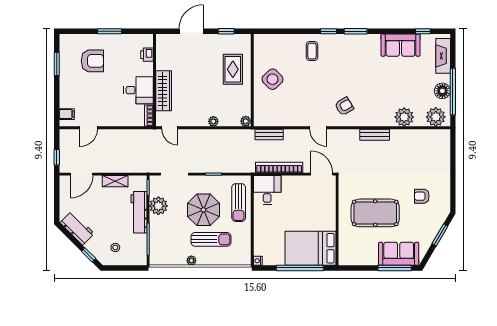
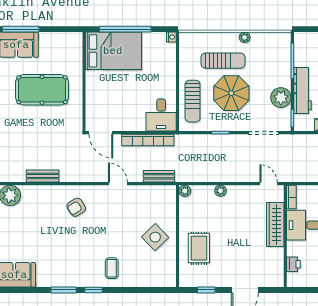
door: (318, 128) -> (118, 184), moved
sun lounger: (239, 203) -> (193, 101), turned 180
sun lounger: (211, 239) -> (223, 61), turned 180

